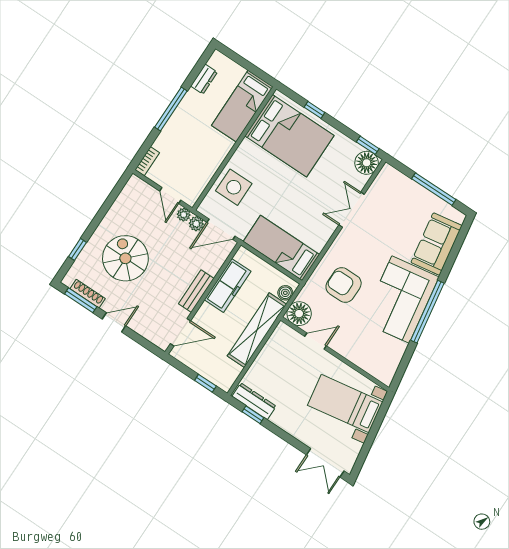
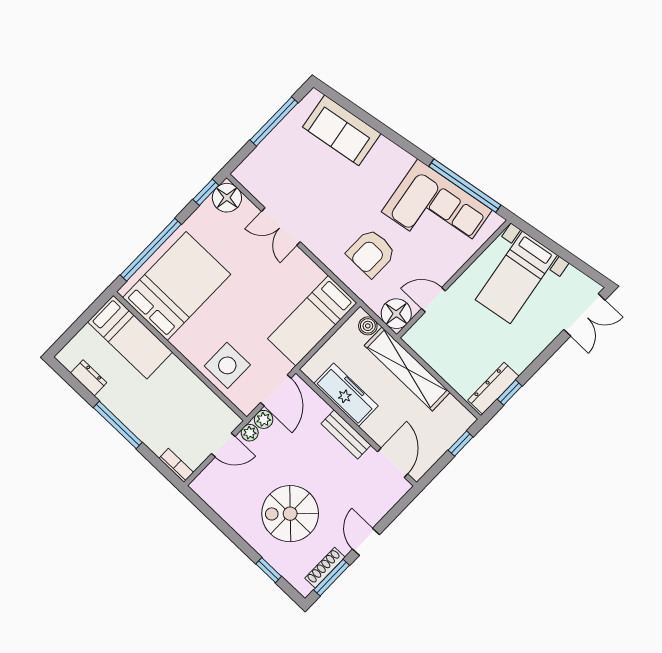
window: (314, 110) -> (151, 250), width x3.17
corner sofa: (400, 299) -> (437, 211), moved
window: (427, 312) -> (465, 186), moved
door: (315, 341) -> (433, 300), hinge flipped

